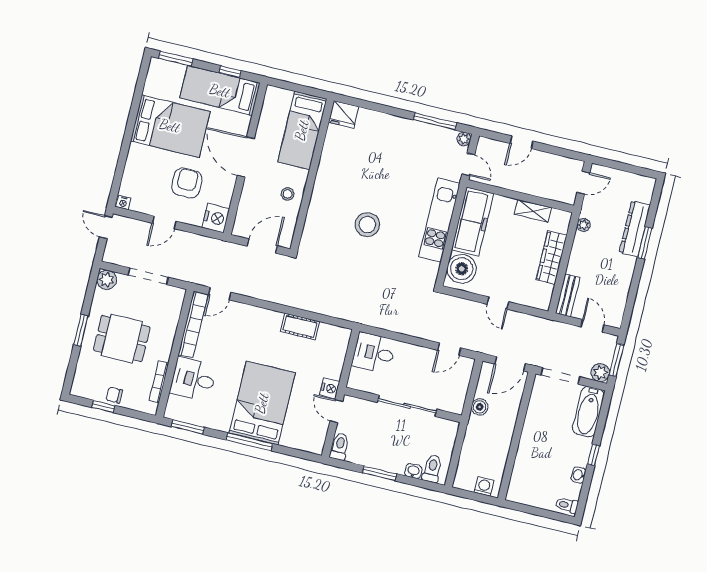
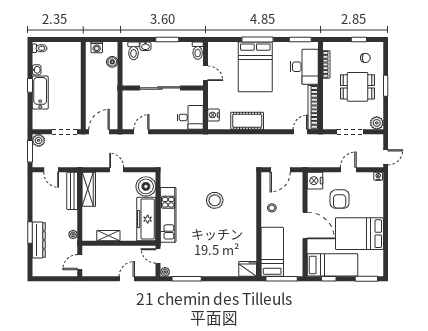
window: (298, 88) -> (282, 279), added
door: (106, 227) -> (386, 157), hinge flipped
wardrobe: (552, 258) -> (89, 189), moved
bench: (568, 295) -> (72, 191), width x1.36
cot: (300, 326) -> (247, 121), width x1.37, depth x1.34
desk: (193, 379) -> (304, 67), width x1.37
nightstand: (330, 388) -> (213, 115), moved
chair: (114, 395) -> (365, 58), moved
boiler: (480, 407) -> (112, 62), moved
bathtub: (588, 412) -> (40, 93), moved

